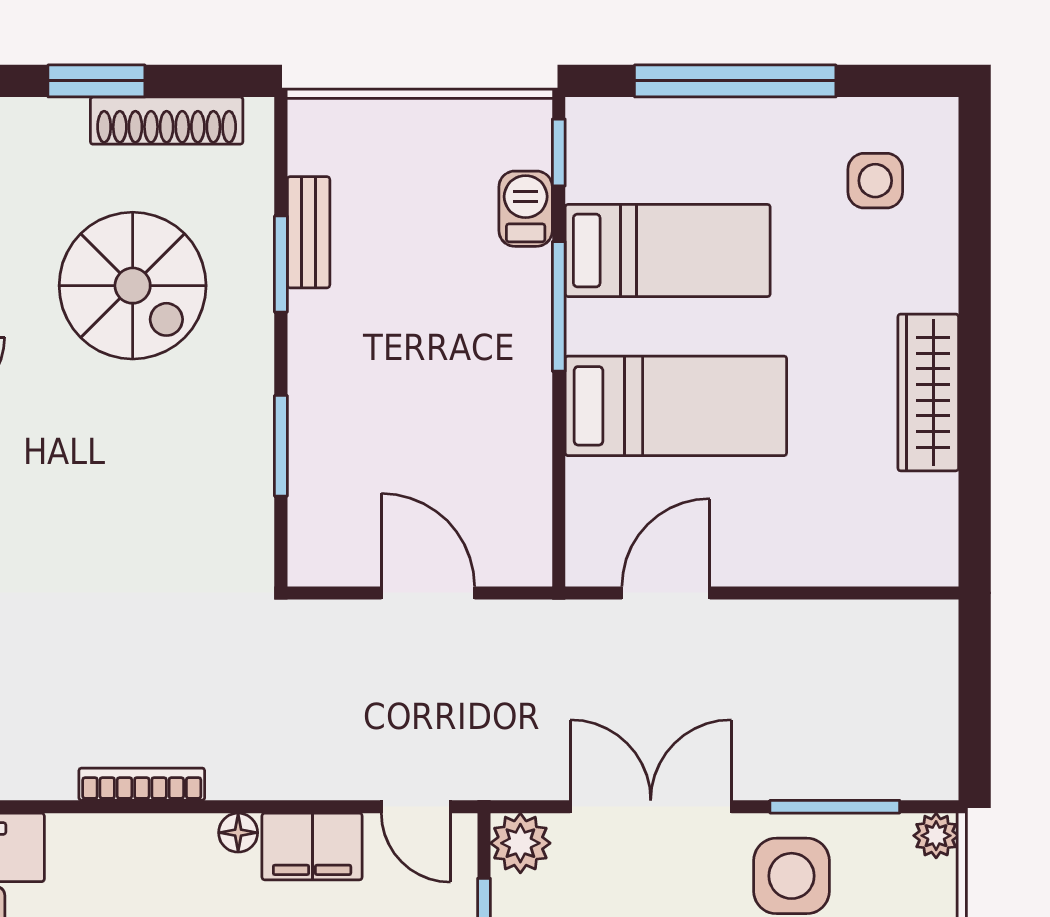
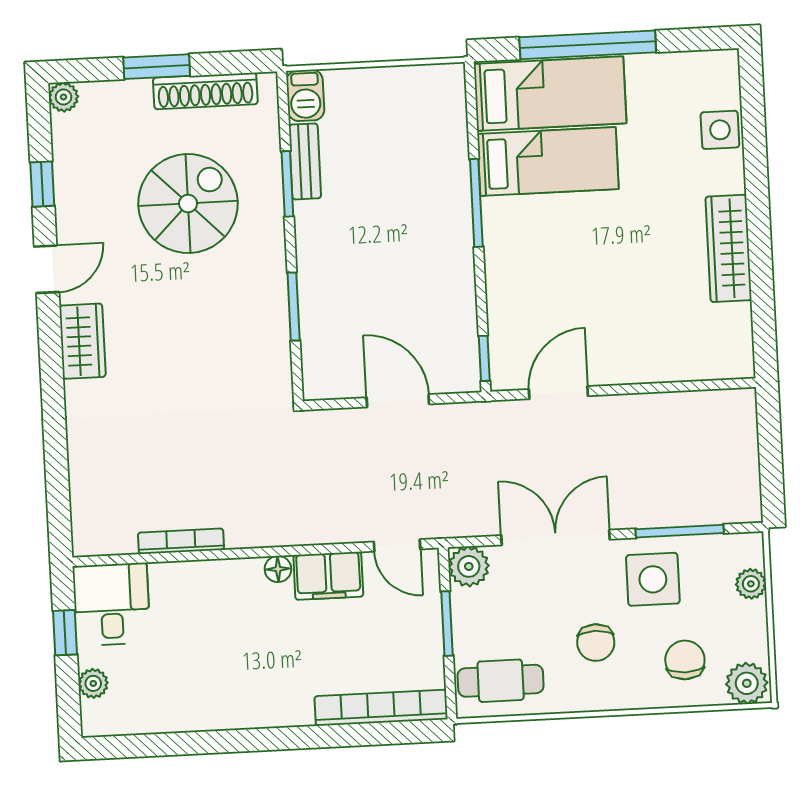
window: (559, 152) -> (484, 358), moved
side table: (875, 181) -> (720, 130), moved
barbecue: (526, 209) -> (305, 95), moved, turned 180
spiral stairs: (133, 286) -> (188, 203), turned -90
bed: (676, 406) -> (550, 94), moved
bookcase: (142, 784) -> (181, 541), moved
plant: (936, 836) -> (751, 584), moved

